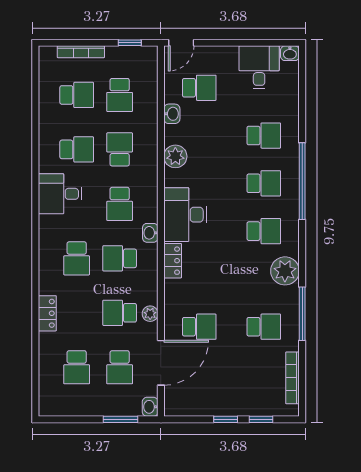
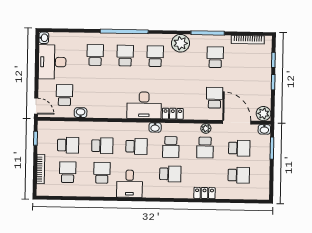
desk: (259, 67) -> (52, 62), width x1.37
school desk: (120, 149) -> (102, 146), turned 180
plant: (175, 156) -> (263, 114), moved

